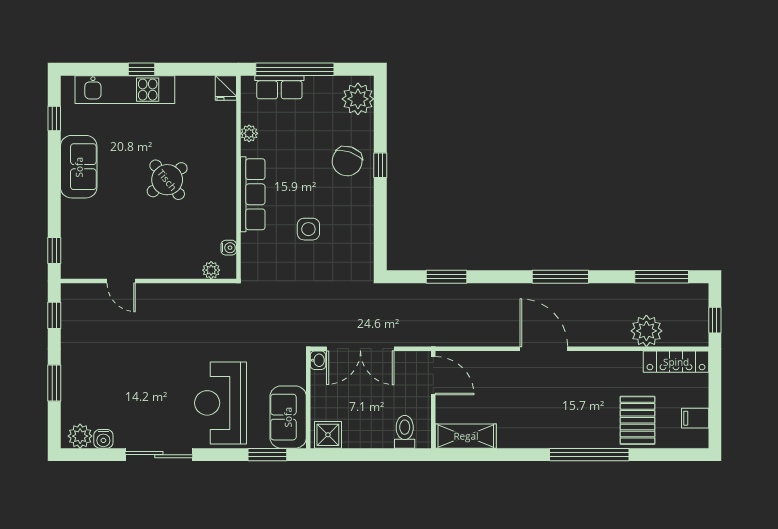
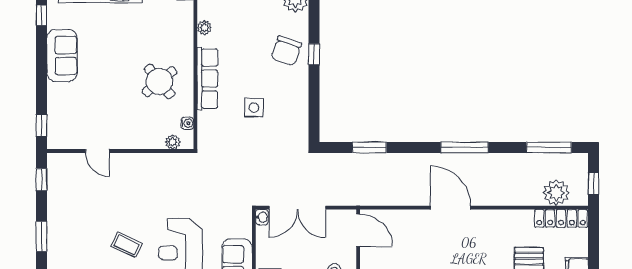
round table: (167, 180) -> (160, 82), moved
plant: (646, 331) -> (556, 193), moved
coffee table: (156, 393) -> (127, 245), added

